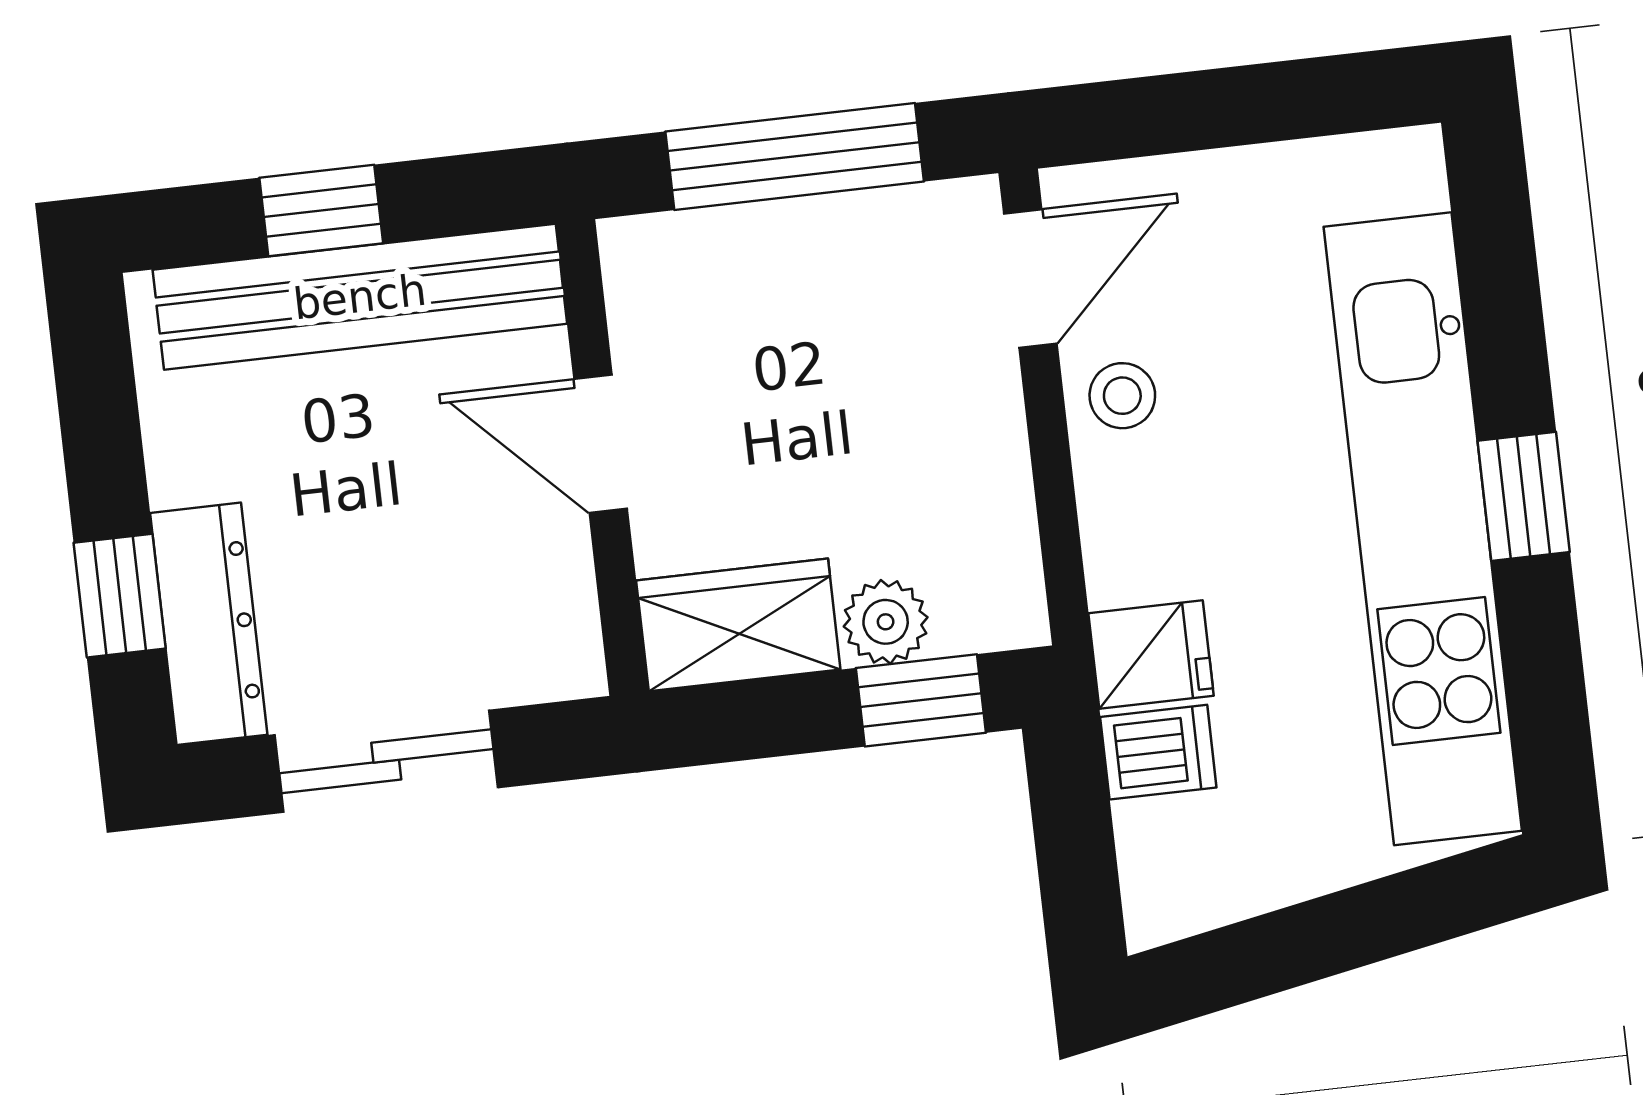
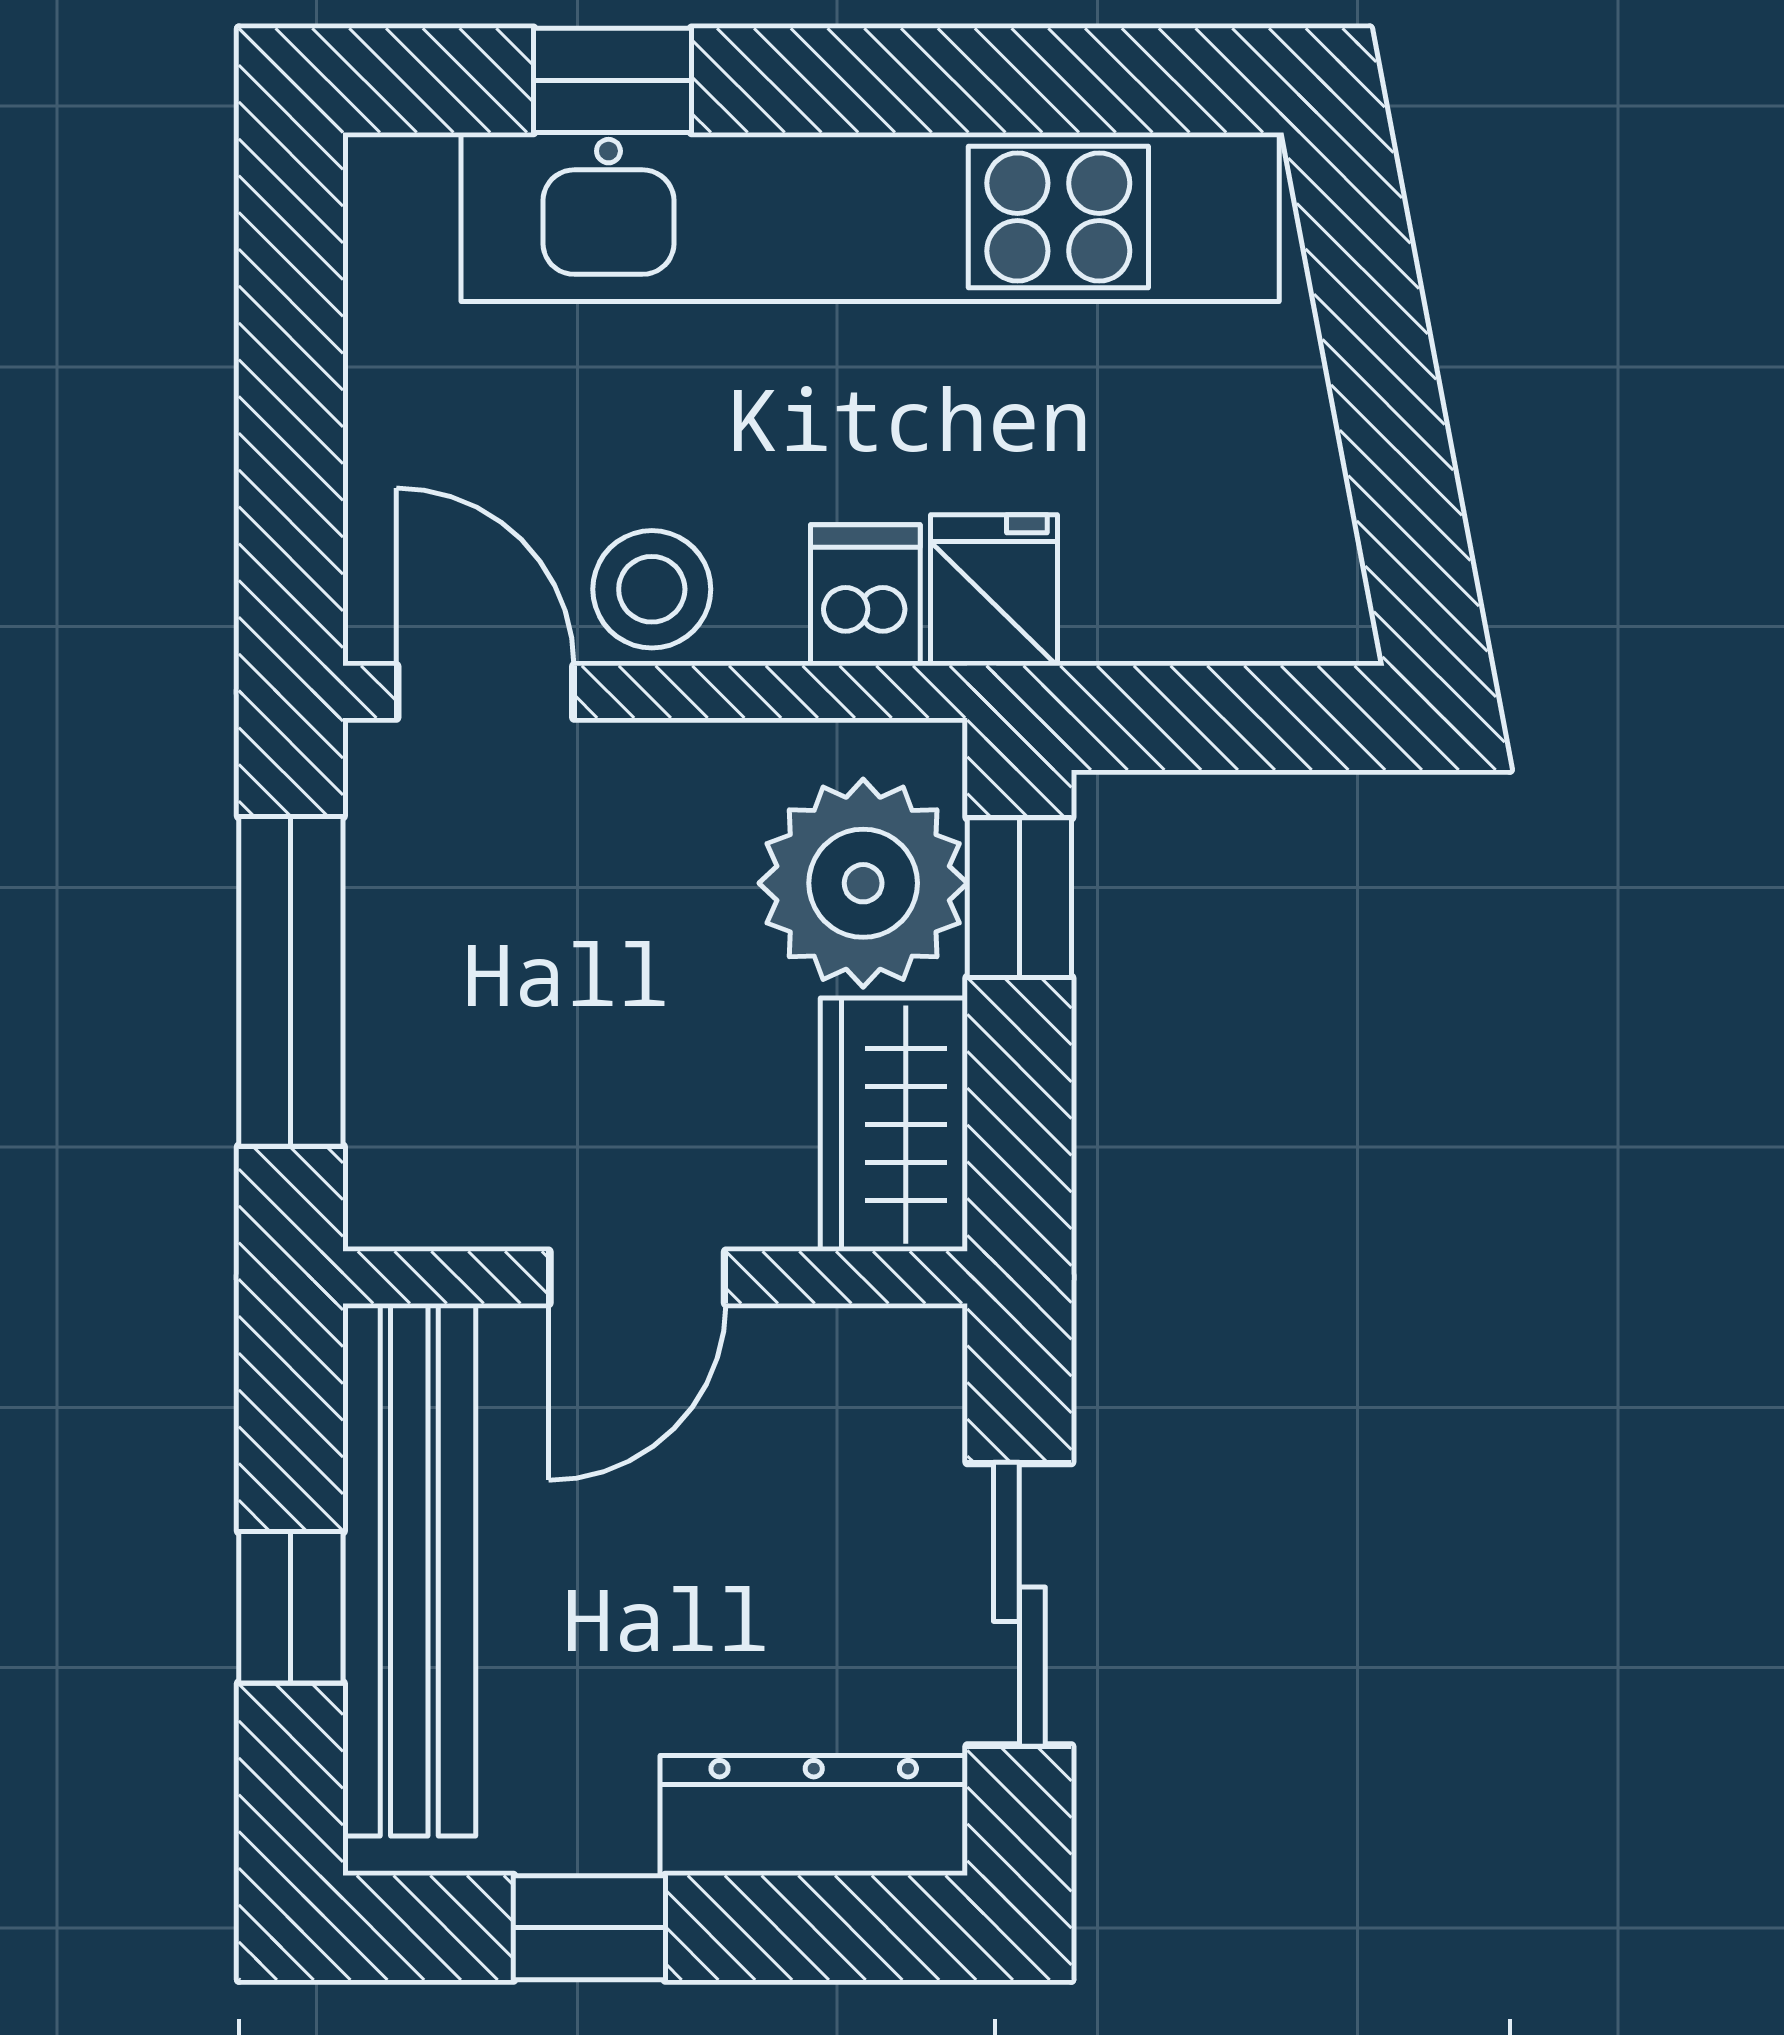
stool: (1122, 396) -> (652, 589), width x1.37, depth x1.37
window: (1524, 496) -> (613, 80), moved
window: (120, 596) -> (589, 1928), moved
plant: (886, 622) -> (863, 883), width x1.88, depth x1.88
dishwasher: (1158, 752) -> (865, 595), moved

